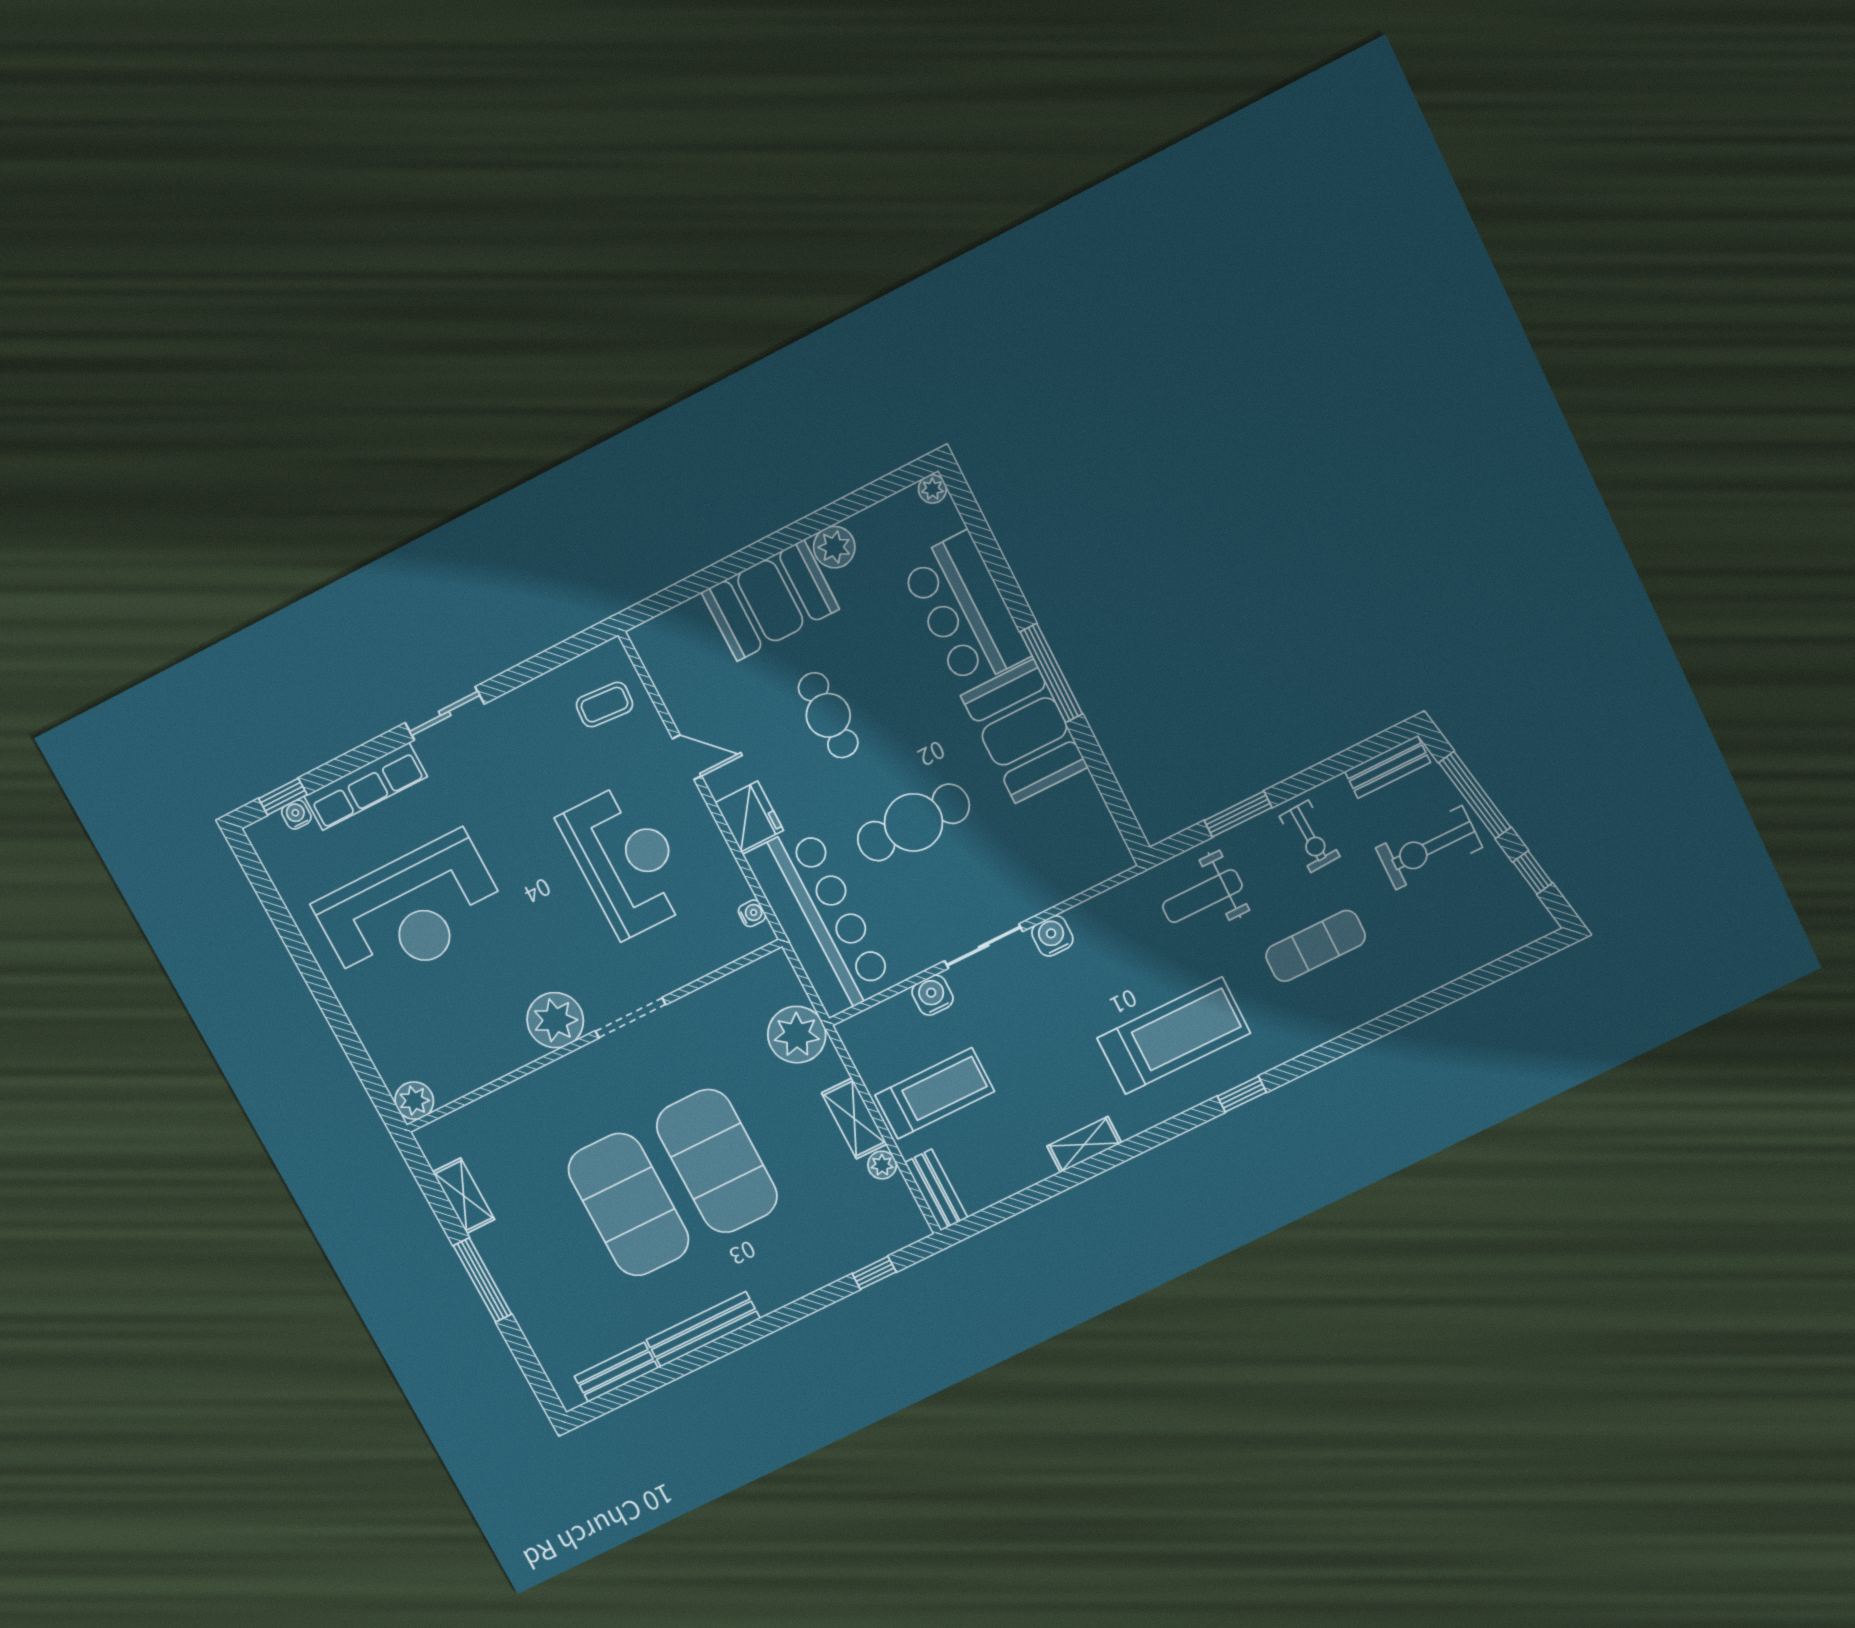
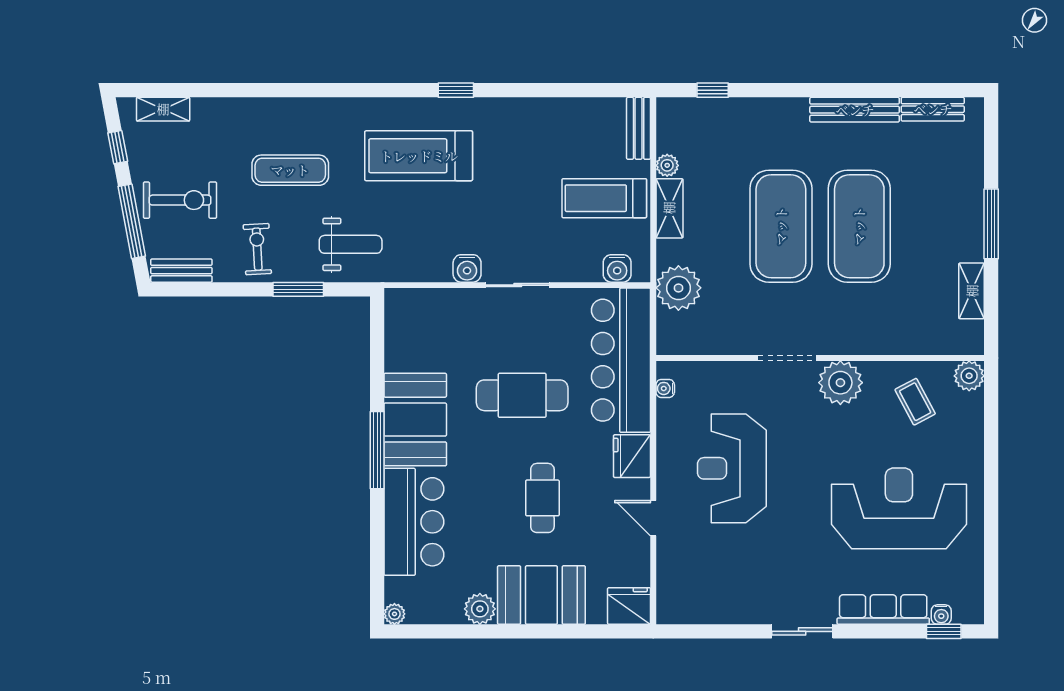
fridge: (661, 640) -> (629, 606), added
coffee table: (604, 705) -> (915, 402), moved, turned 58
water cooler: (932, 995) -> (617, 268), moved
window: (1242, 1094) -> (456, 90), moved
shelving: (1084, 1144) -> (163, 109), moved

